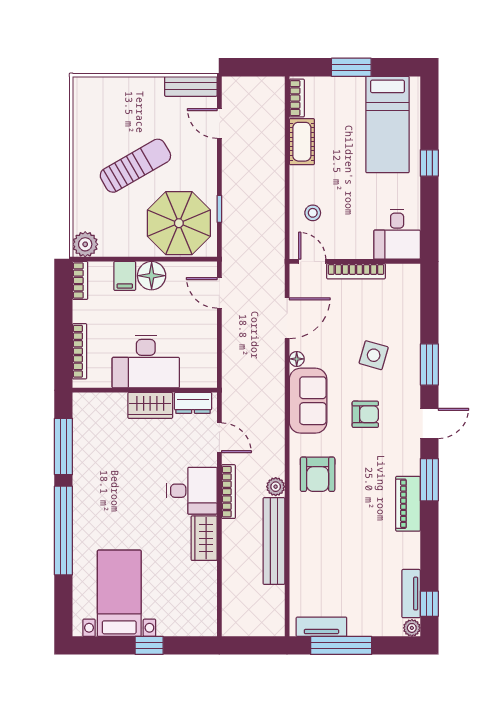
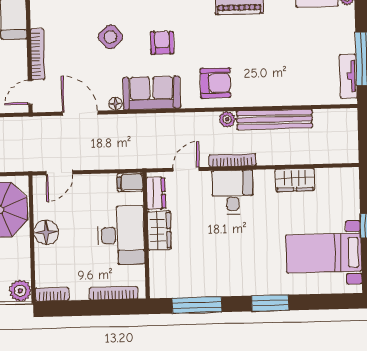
filing cabinet: (125, 276) -> (130, 182), moved, turned 180
side table: (374, 355) -> (110, 37), turned 33
window: (63, 531) -> (270, 303), width x0.47
wardrobe: (204, 538) -> (295, 180), moved

